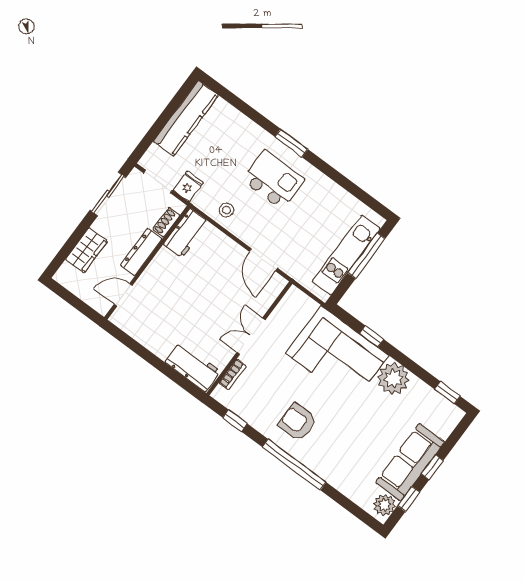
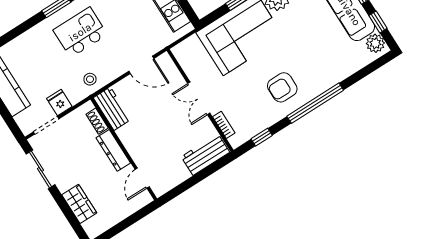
shoe rack: (166, 222) -> (97, 121), moved
workbench: (186, 233) -> (112, 109), moved
dresser: (141, 252) -> (113, 150), moved
wall: (147, 263) -> (124, 149), moved
door: (123, 295) -> (142, 178), moved

